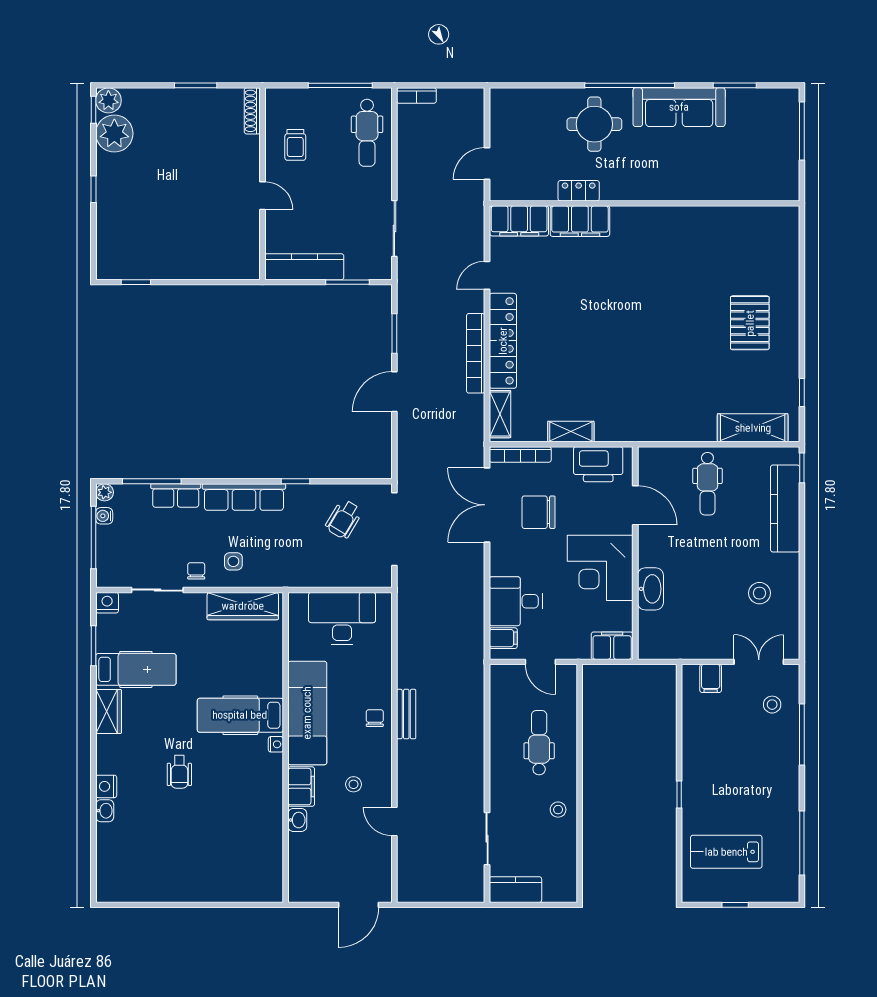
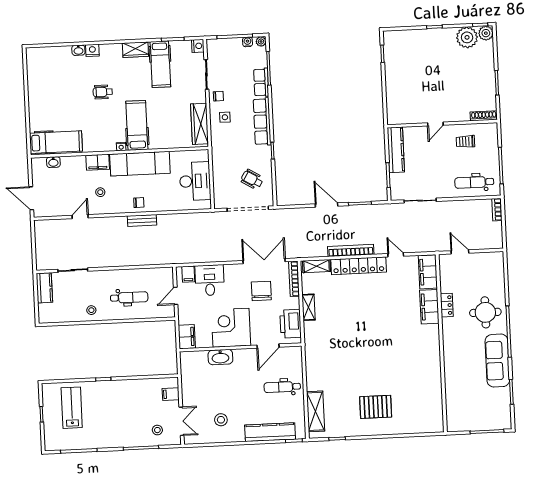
washbasin: (297, 820) -> (53, 162), moved
hospital bed: (263, 857) -> (56, 142), added

